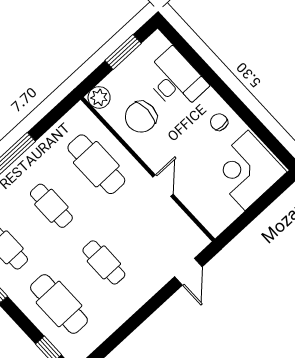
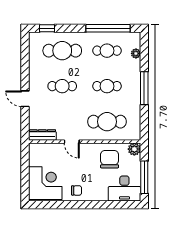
window: (123, 52) -> (144, 177), width x1.44
desk: (175, 80) -> (124, 188), moved
dresser: (189, 230) -> (42, 135), added
door: (188, 272) -> (25, 99), moved

